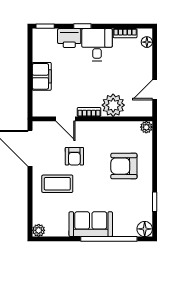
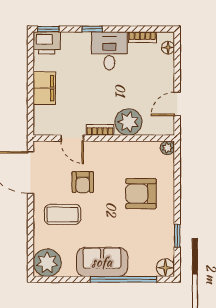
printer: (69, 38) -> (47, 43), moved
plant: (39, 230) -> (47, 263), width x1.87, depth x1.87

